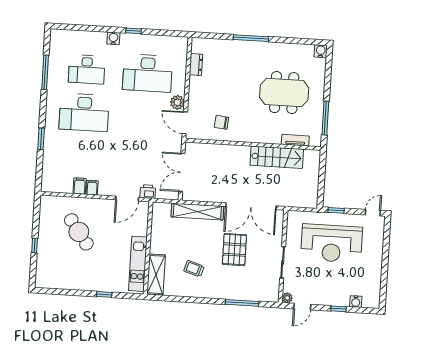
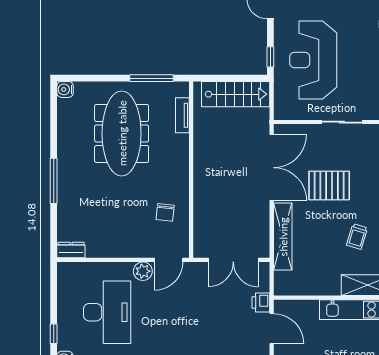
dresser: (196, 65) -> (71, 250), moved
meeting table: (284, 93) -> (122, 133), width x1.36
stairs: (277, 157) -> (236, 94), moved, turned 90
reception desk: (332, 243) -> (313, 60), turned 180

